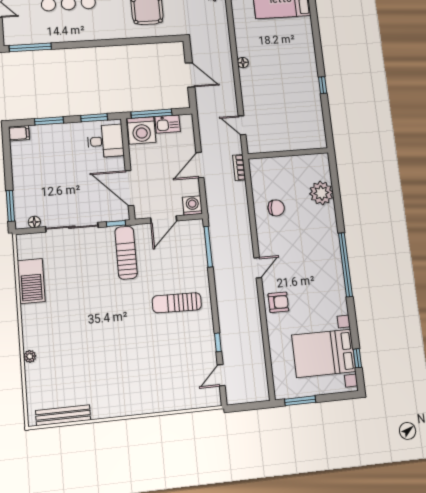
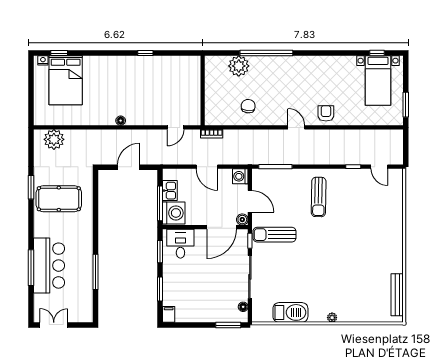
window: (30, 47) -> (96, 272), moved
boiler: (141, 212) -> (242, 220), added
window: (345, 265) -> (266, 53), moved
bed with nightstands: (324, 353) -> (378, 81), width x0.73
plant: (30, 356) -> (332, 318), moved

